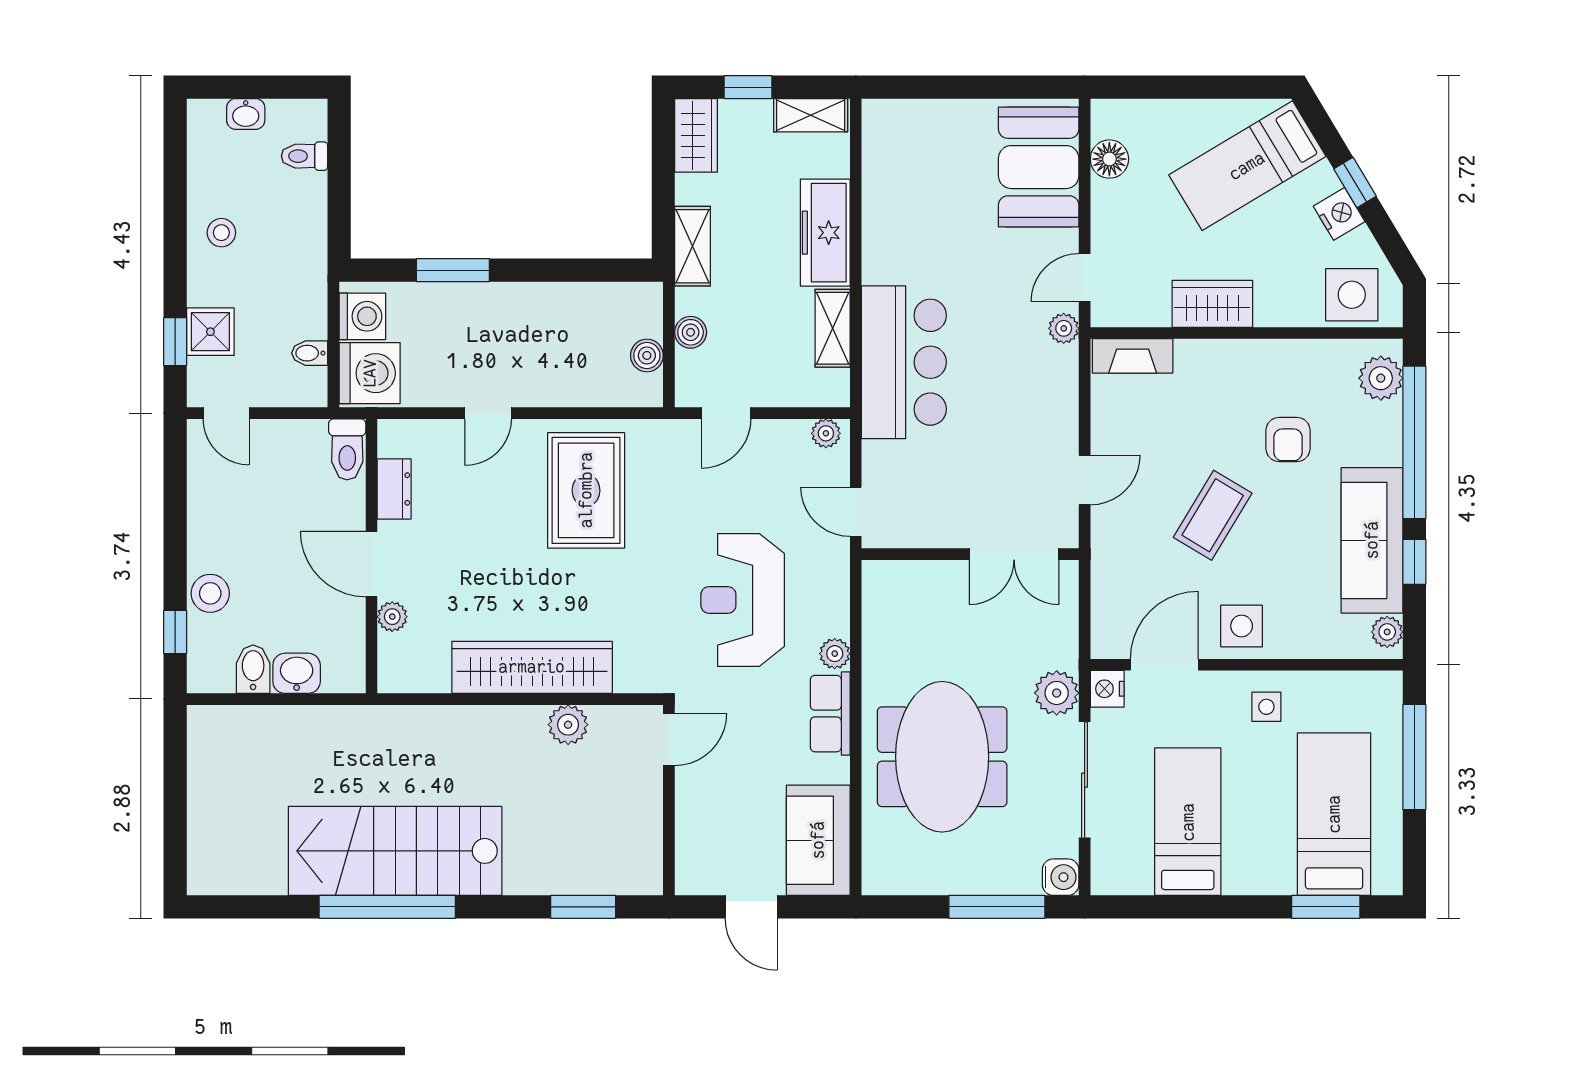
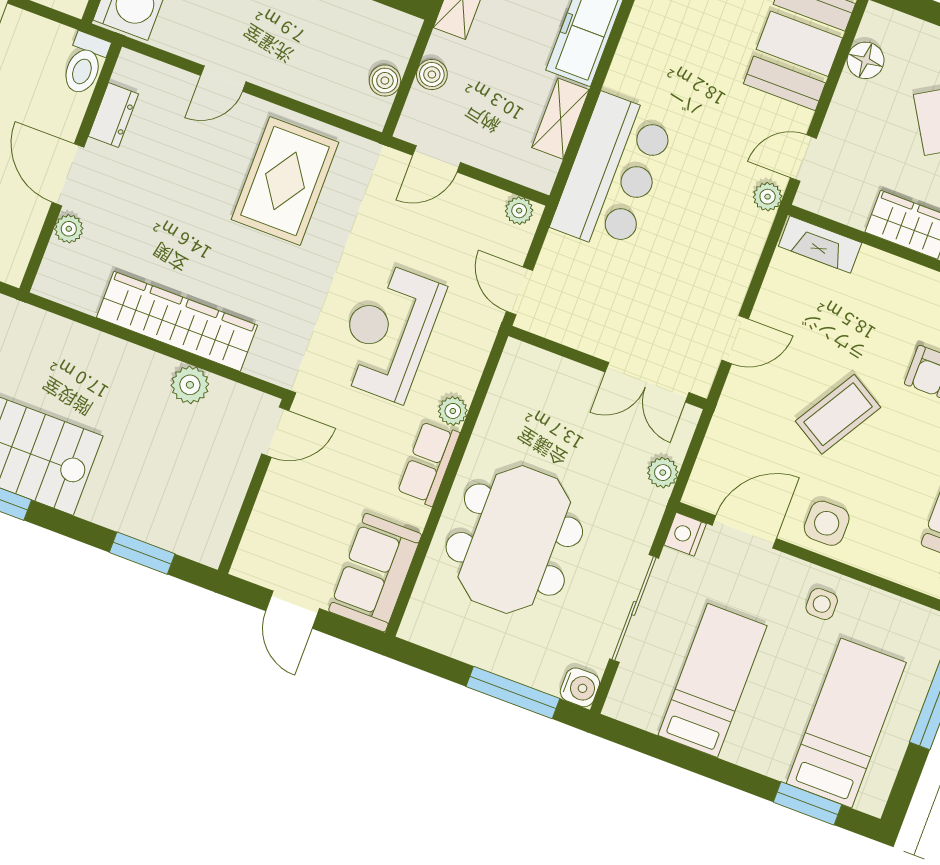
plant: (1057, 693) -> (663, 473), moved, width x0.73, depth x0.73

